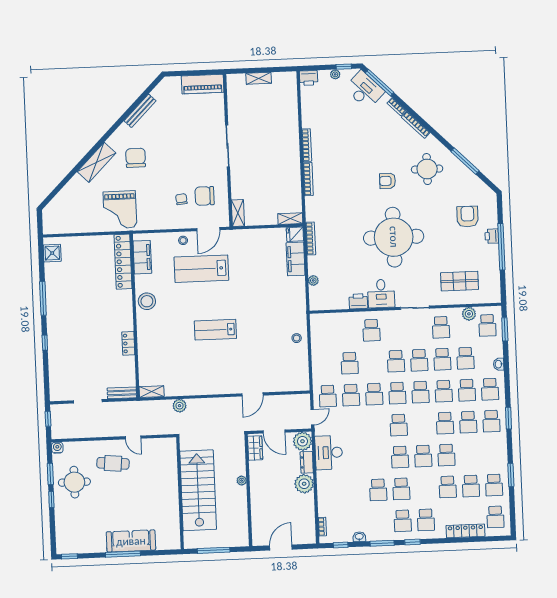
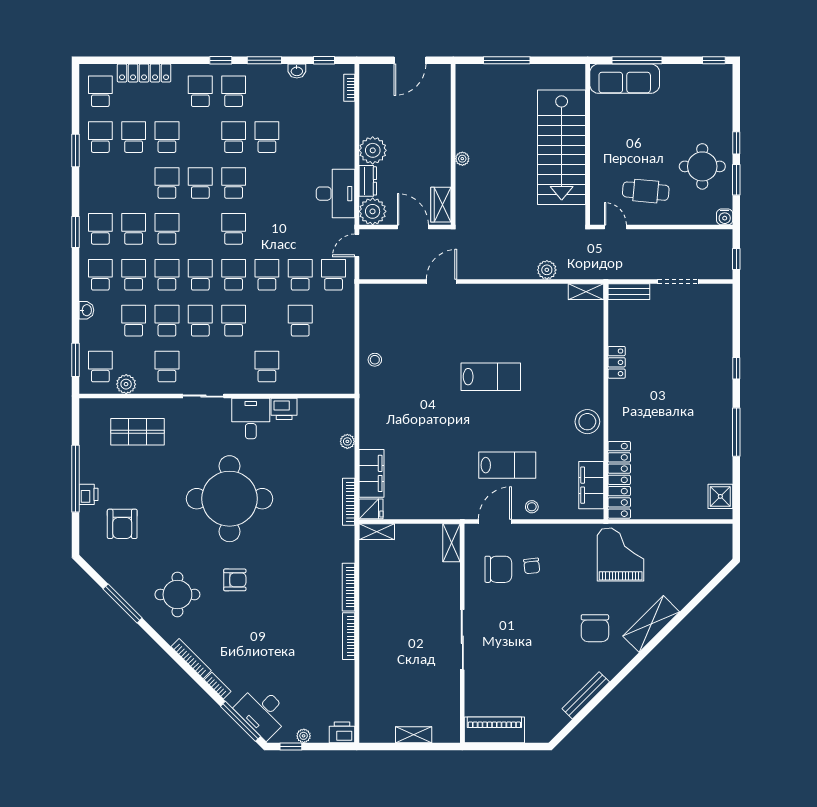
lab bench: (201, 269) -> (507, 465), width x0.73, depth x0.72
stairs: (198, 490) -> (562, 147), moved
wall: (180, 493) -> (588, 144), moved

